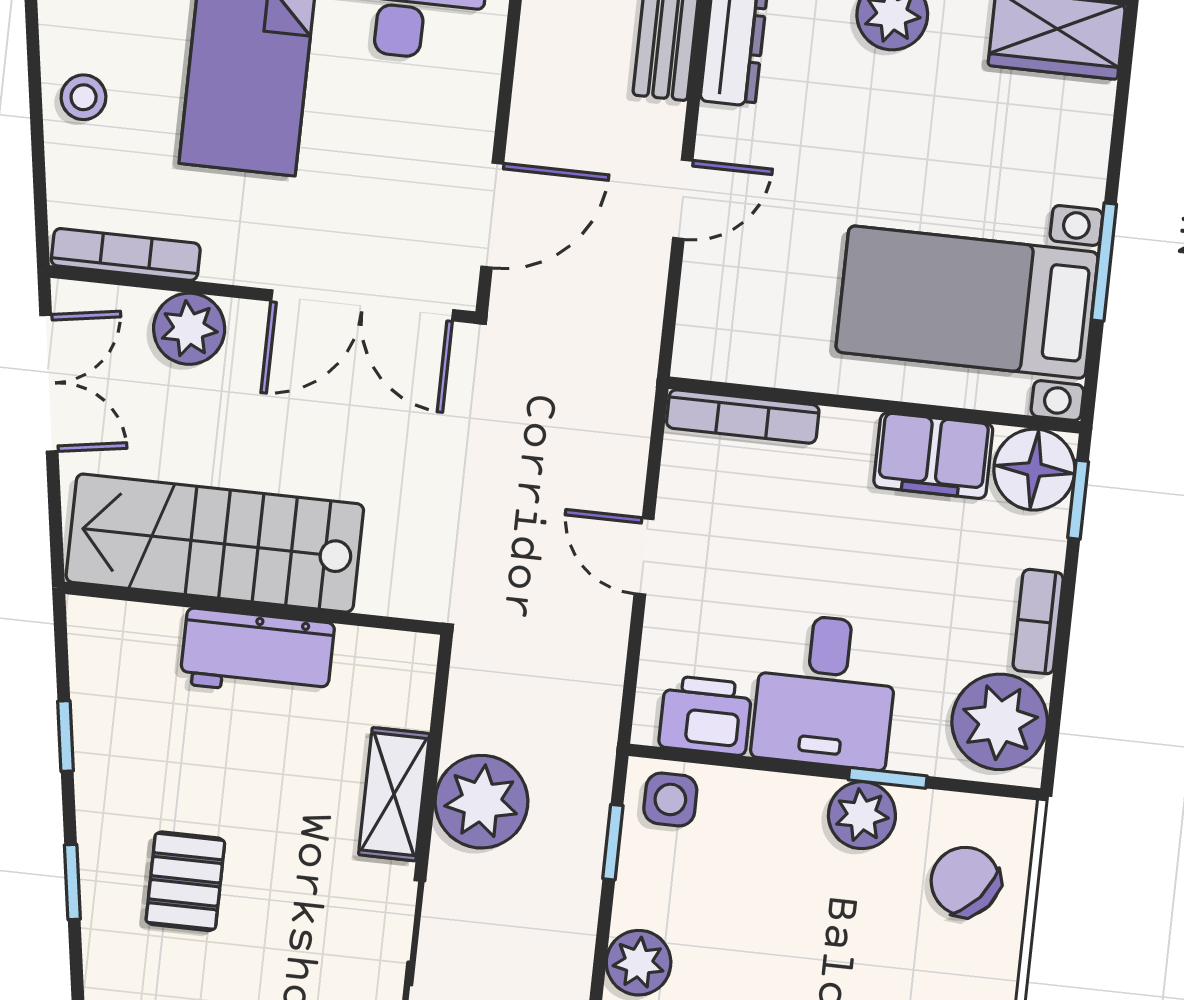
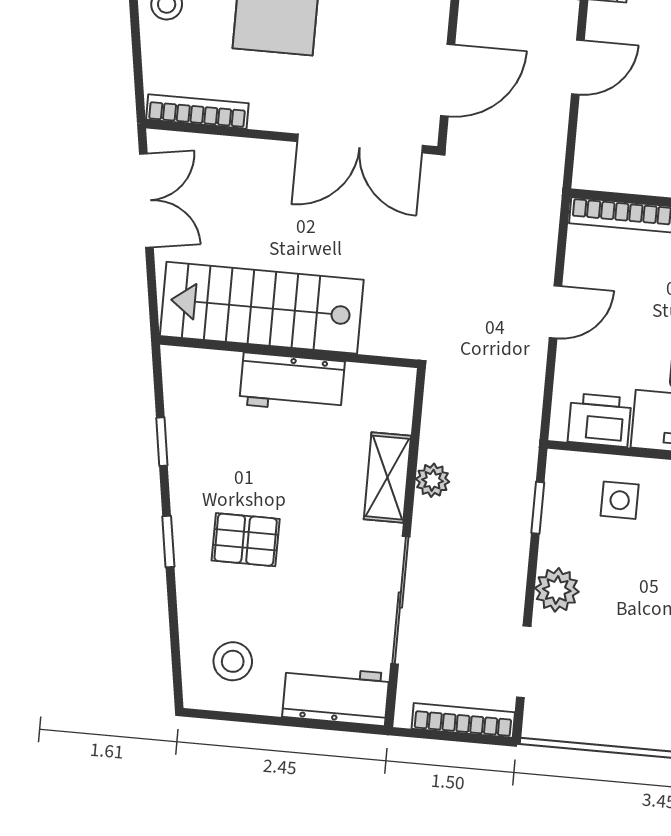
plant: (189, 329) -> (242, 161), removed
door: (644, 556) -> (556, 312), swing flipped
side table: (670, 799) -> (620, 500), moved
plant: (481, 802) -> (433, 480), width x0.53, depth x0.53
pallet: (185, 881) -> (246, 540), turned 90

